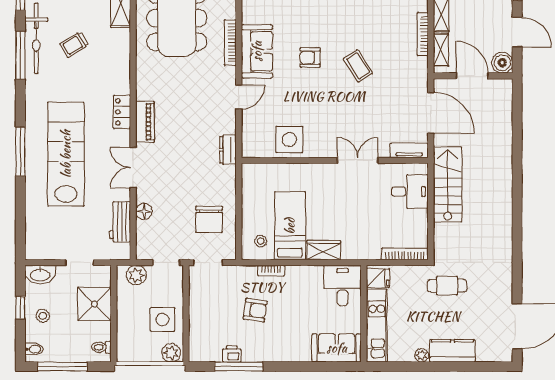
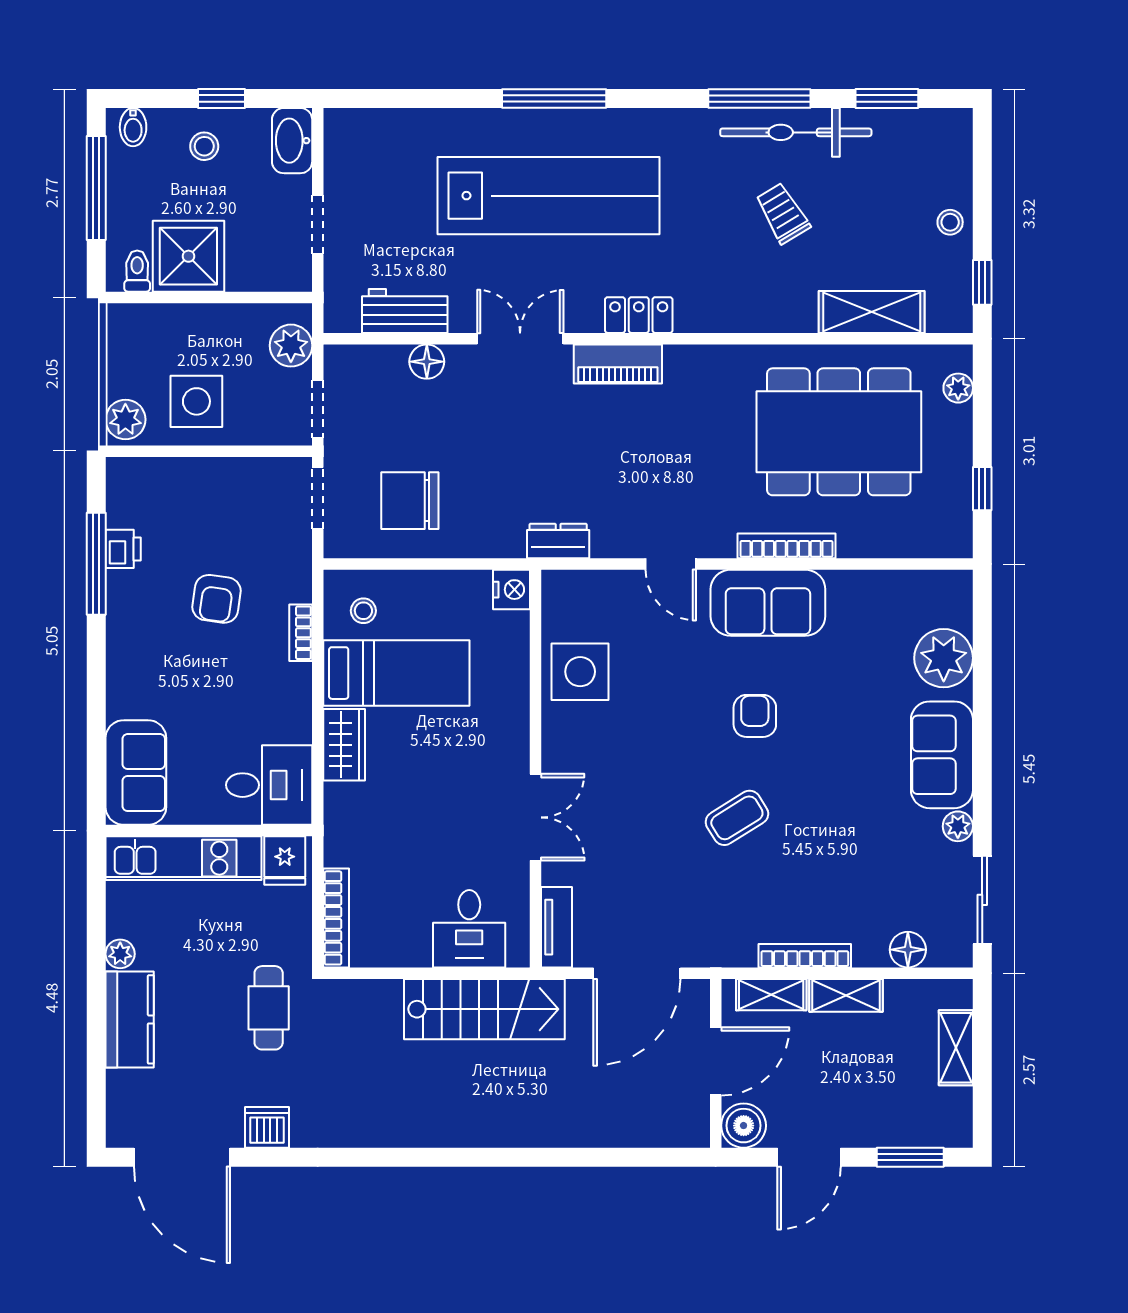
nightstand: (251, 172) -> (512, 590), added
dishwasher: (503, 286) -> (267, 1127), added
shower: (94, 304) -> (188, 256), moved

